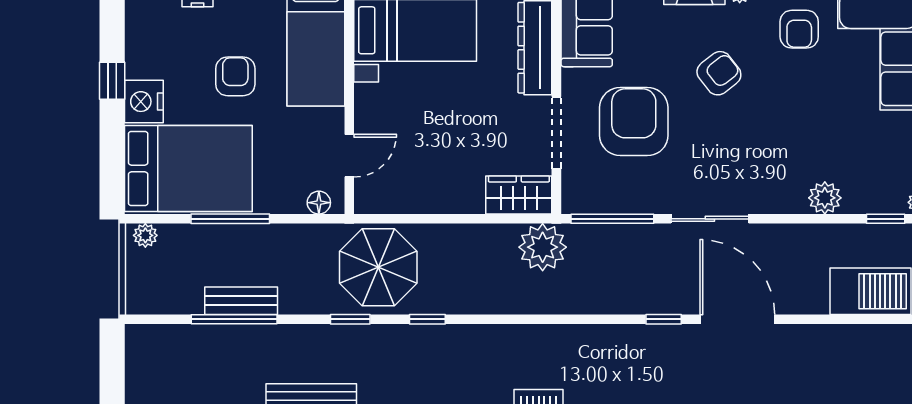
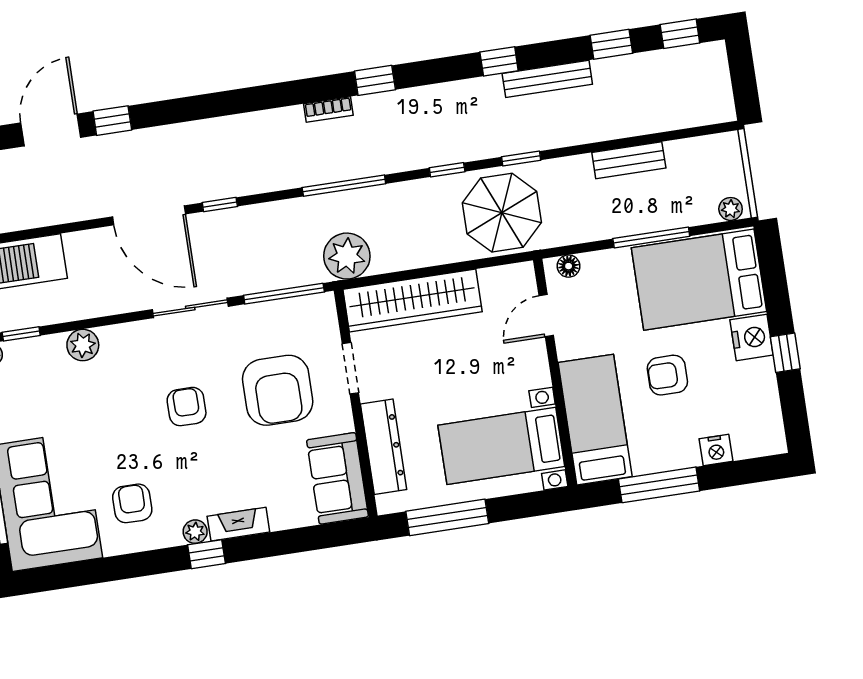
armchair: (719, 73) -> (187, 407), moved, turned 128
armchair: (235, 76) -> (667, 375), turned 90
doorway: (556, 133) -> (350, 368), width x0.73
wardrobe: (519, 195) -> (413, 301), width x2.10, depth x1.17
window: (234, 319) -> (344, 186), moved

